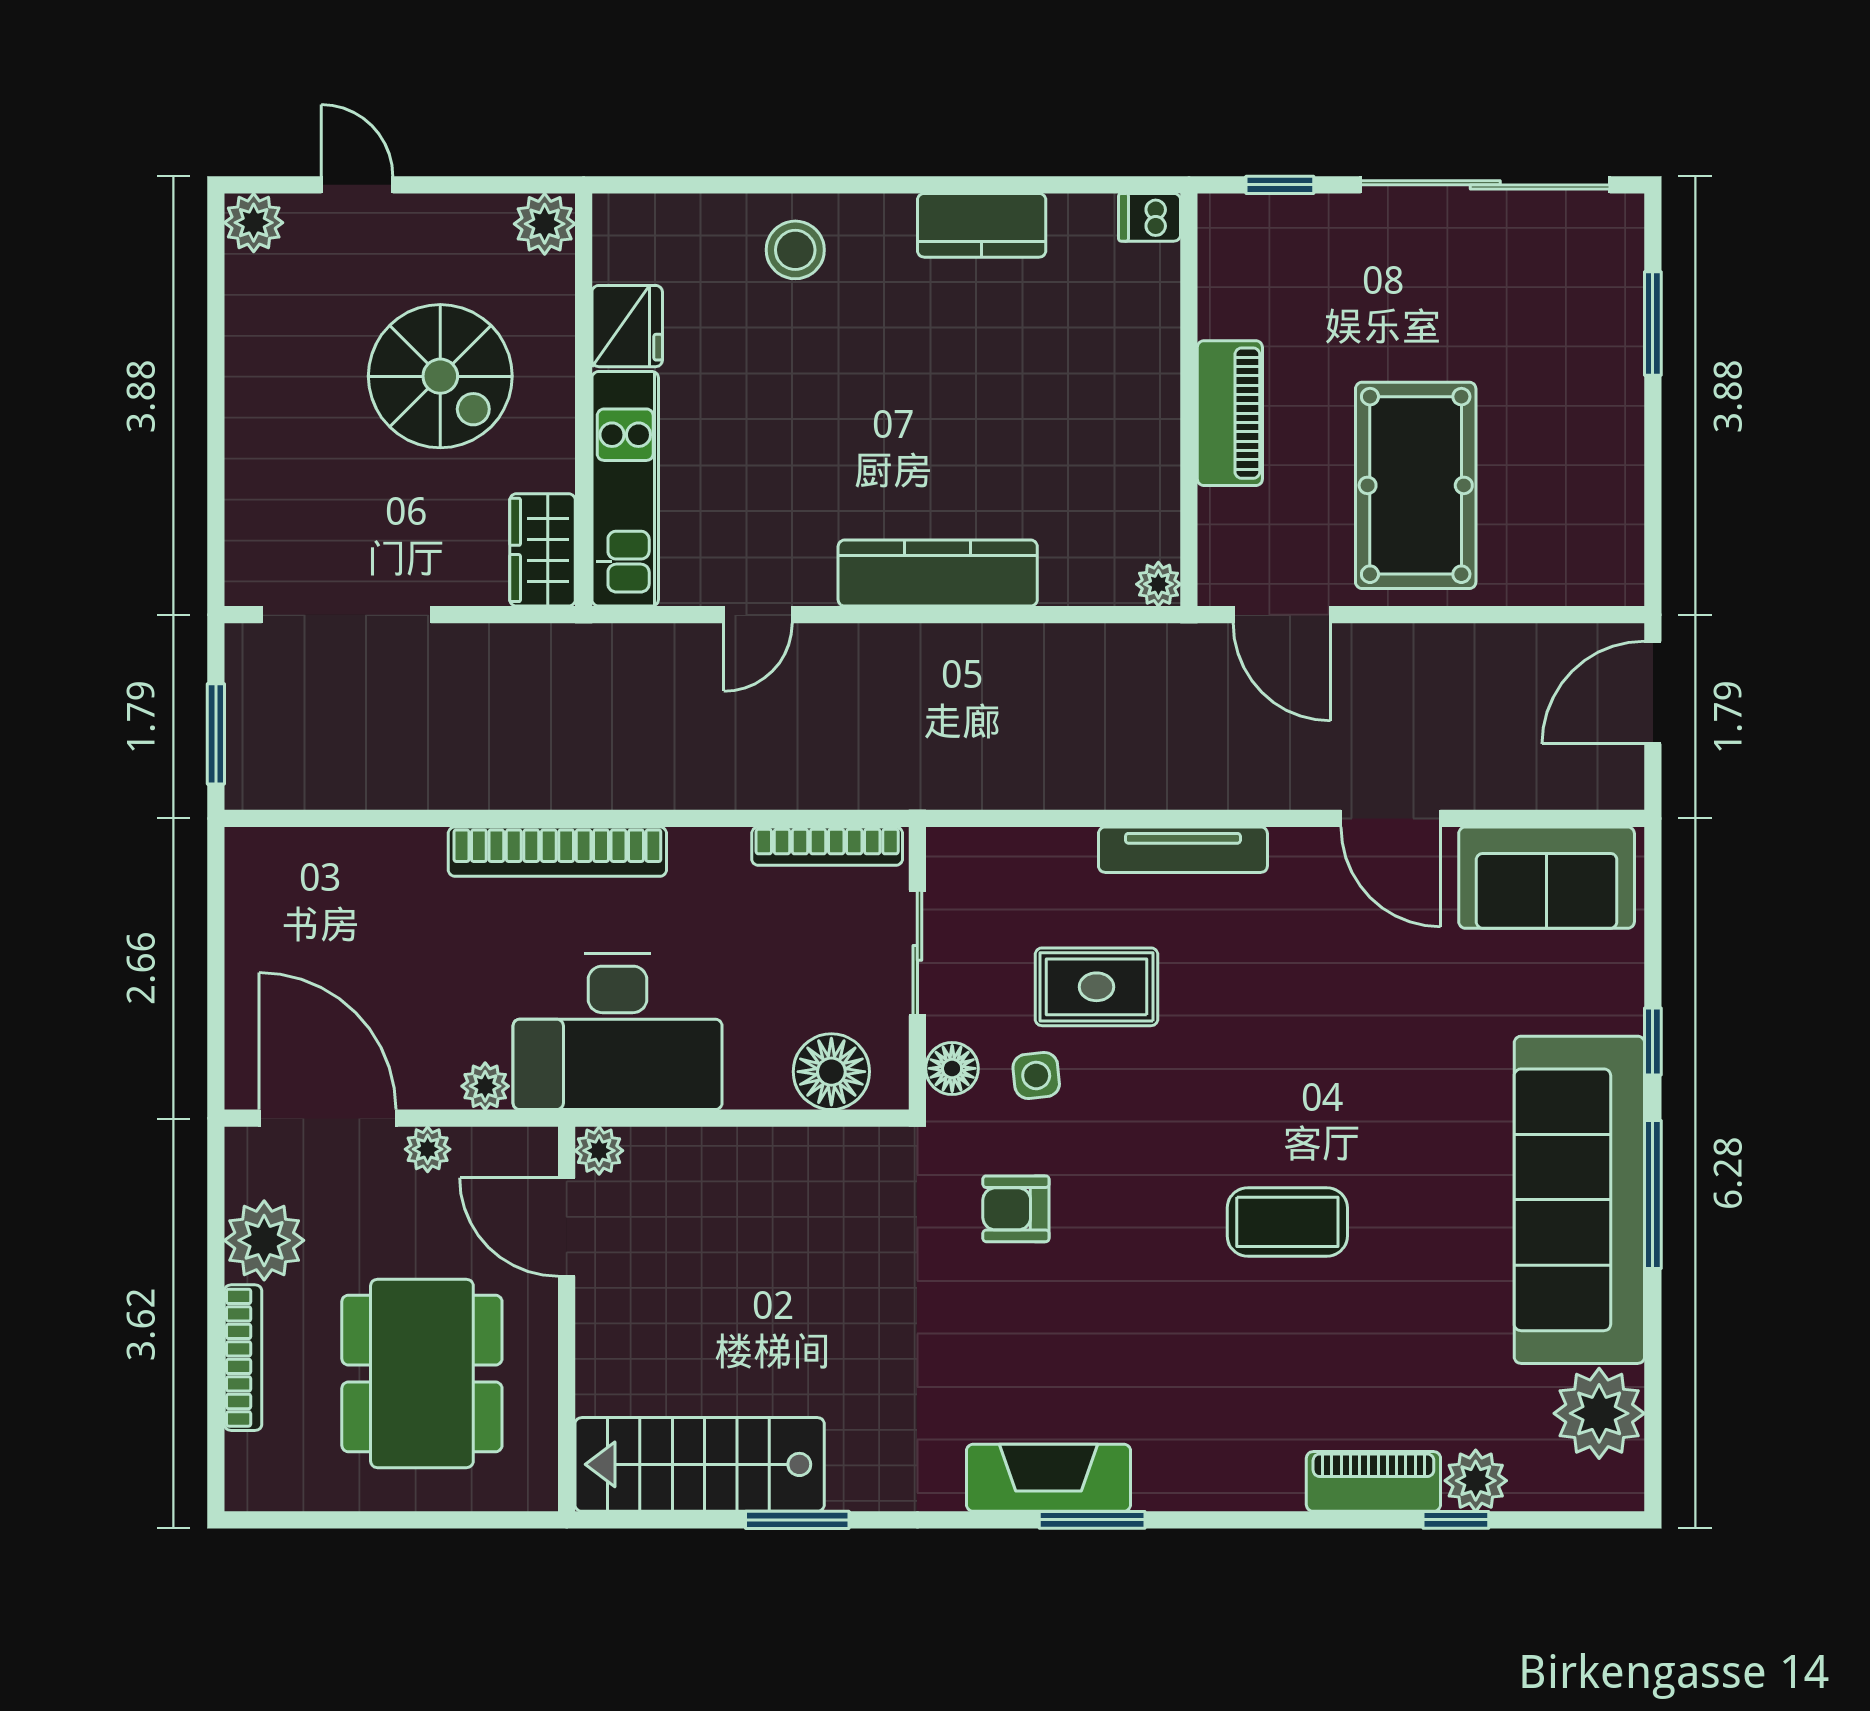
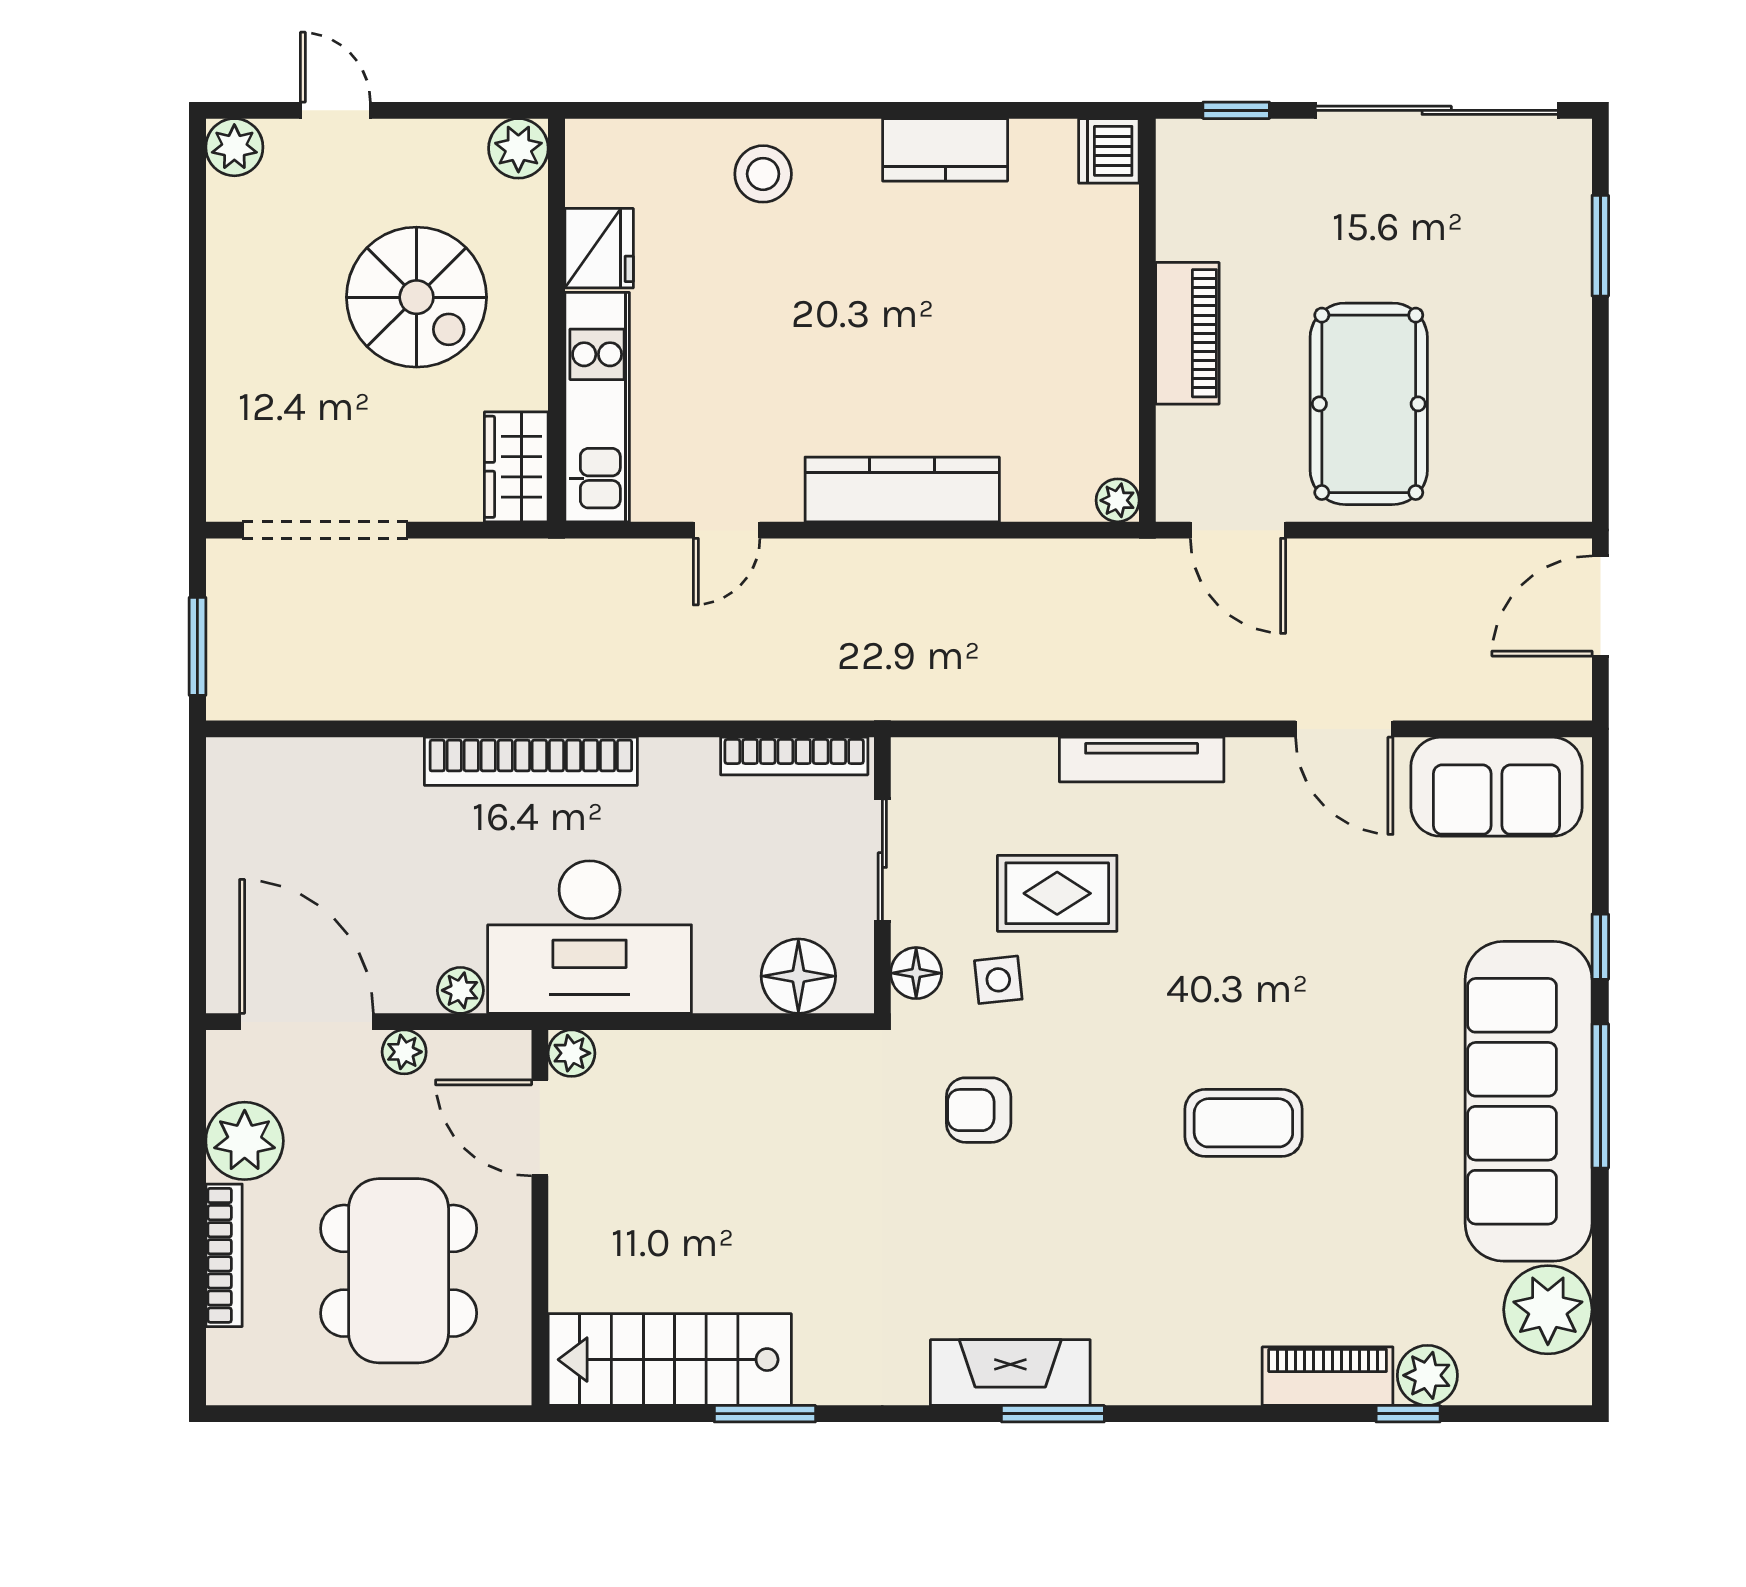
dishwasher: (1149, 217) -> (1109, 151), width x1.38

